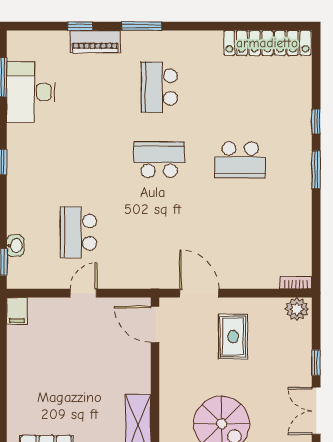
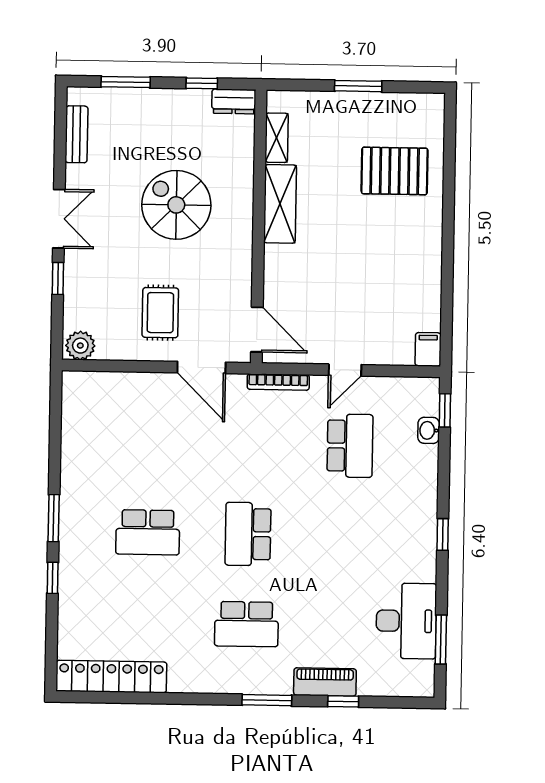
school desk: (159, 87) -> (246, 624), turned 90
school desk: (159, 160) -> (248, 534), turned 90
school desk: (240, 160) -> (148, 532), turned 180
bookcase: (296, 283) -> (278, 382), moved, width x1.56

